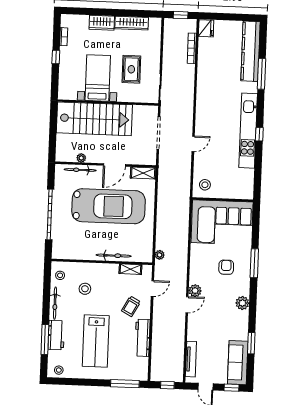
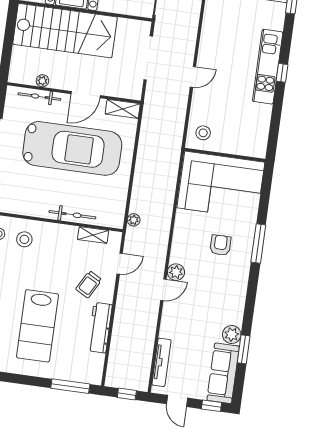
kitchen unit: (248, 131) -> (268, 67), width x0.73
stool: (85, 289) -> (24, 239), moved
plant: (242, 303) -> (232, 335), moved

